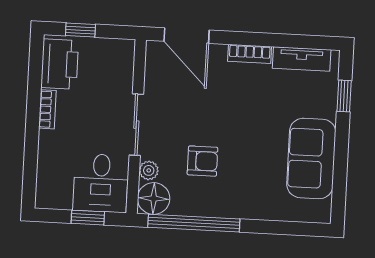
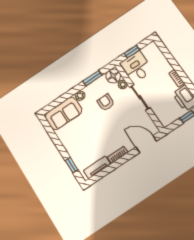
sofa: (311, 158) -> (63, 113), moved, turned 90
armchair: (202, 161) -> (106, 102), turned 90
plant: (239, 208) -> (80, 96), added
window: (194, 223) -> (92, 78), width x0.47

